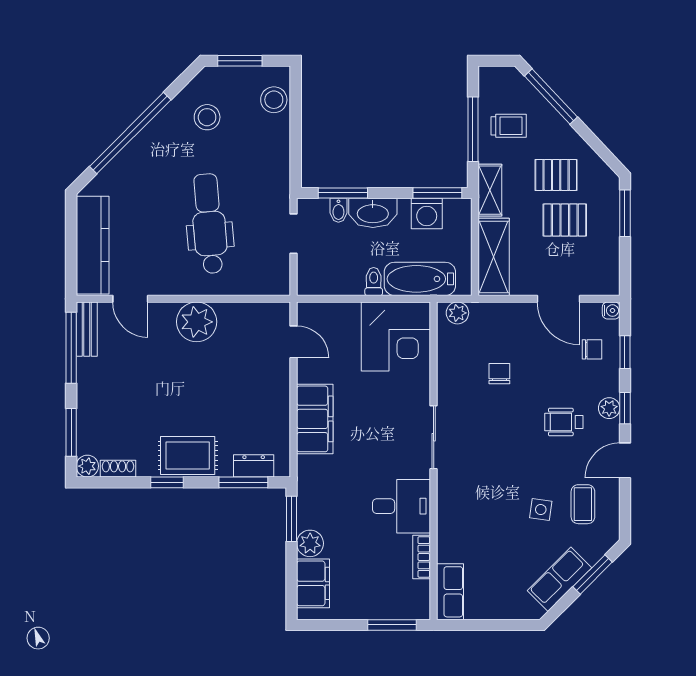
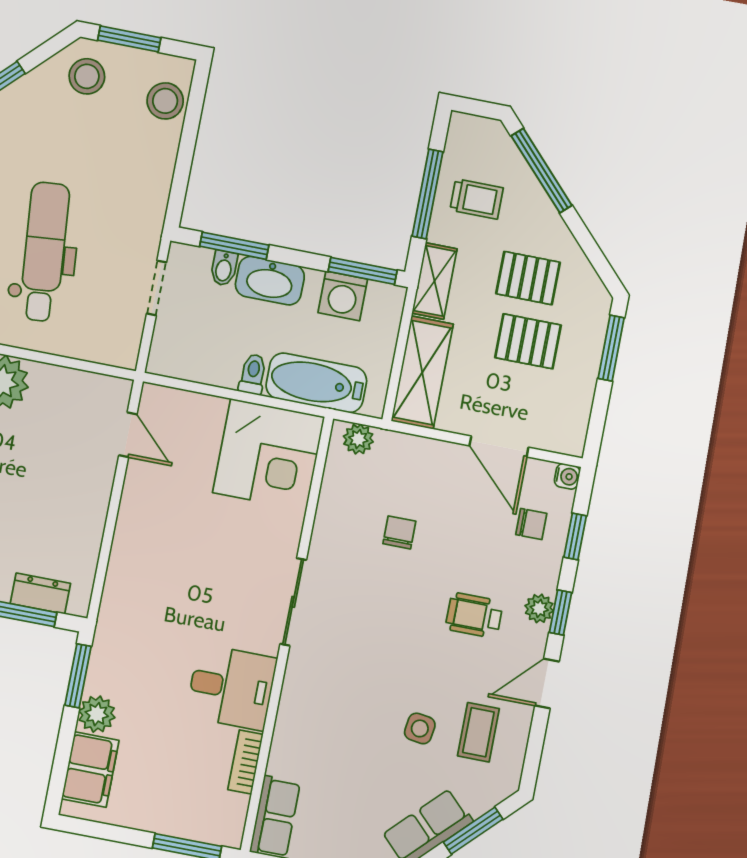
stool: (207, 117) -> (87, 76), moved
filing cabinet: (315, 419) -> (136, 545), removed

